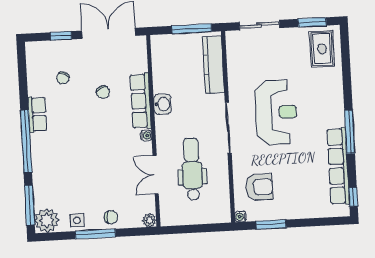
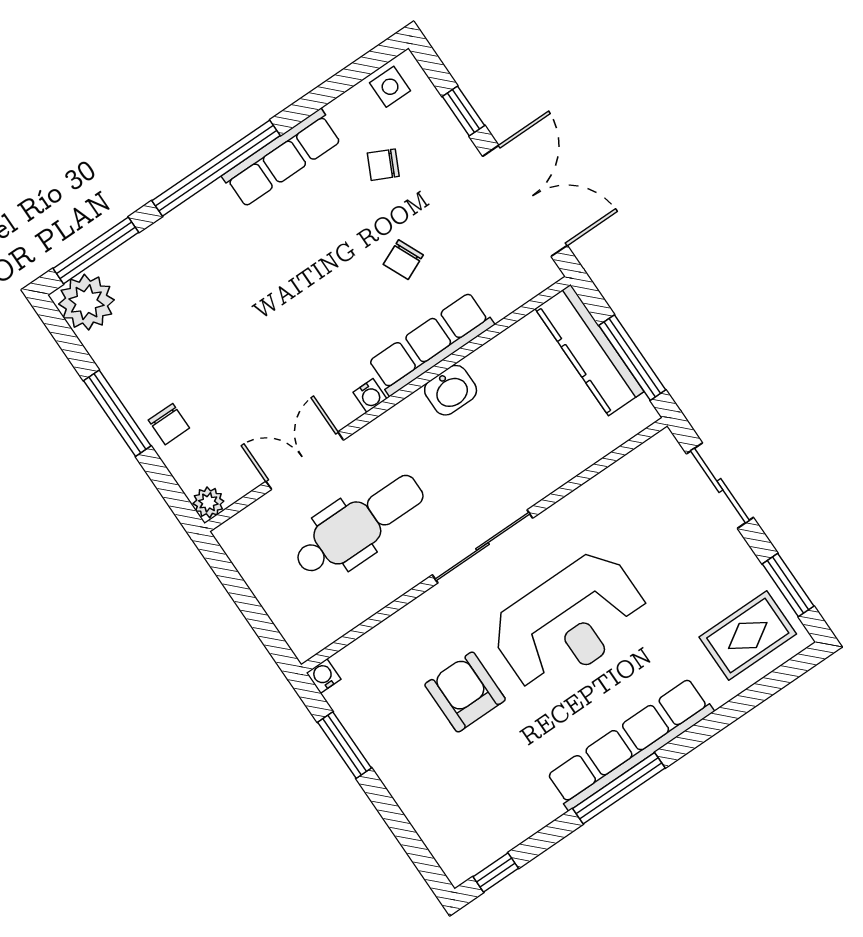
kitchen counter: (213, 65) -> (589, 350), moved, turned -90
row of seats: (37, 114) -> (282, 158), width x1.48
row of seats: (338, 166) -> (630, 744), moved
armchair: (259, 187) -> (465, 692), moved, turned 180
side table: (77, 220) -> (390, 87), moved

